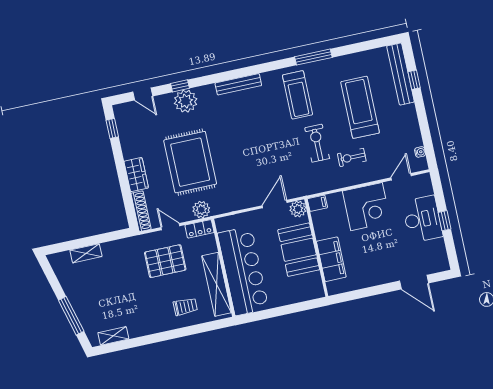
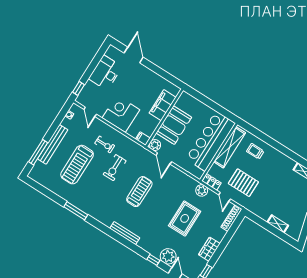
bench: (400, 74) -> (53, 144), moved
window: (414, 80) -> (38, 152), width x2.17
treadmill: (298, 95) -> (139, 192), moved
plant: (186, 101) -> (168, 256), moved
rug: (190, 162) -> (185, 218), width x0.73, depth x0.69
wardrobe: (136, 175) -> (209, 249), moved
door: (401, 177) -> (90, 112), hinge flipped
door: (275, 204) -> (164, 158), hinge flipped
desk: (422, 219) -> (105, 73), moved
window: (445, 221) -> (78, 88), moved

